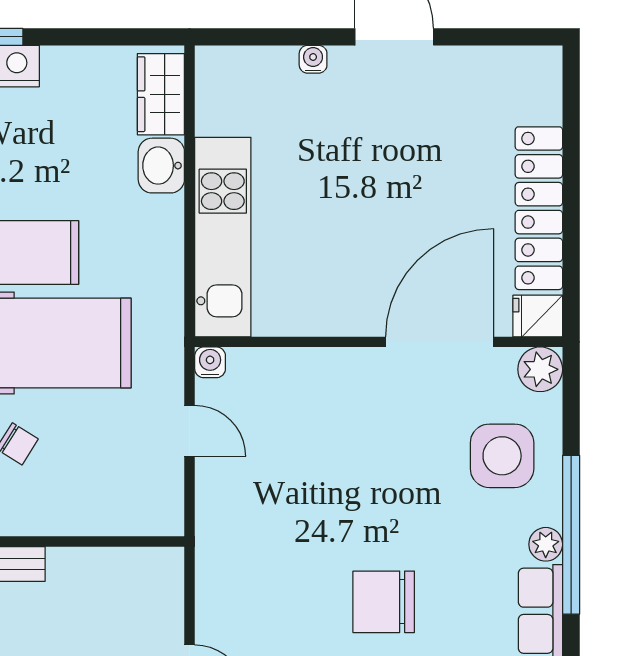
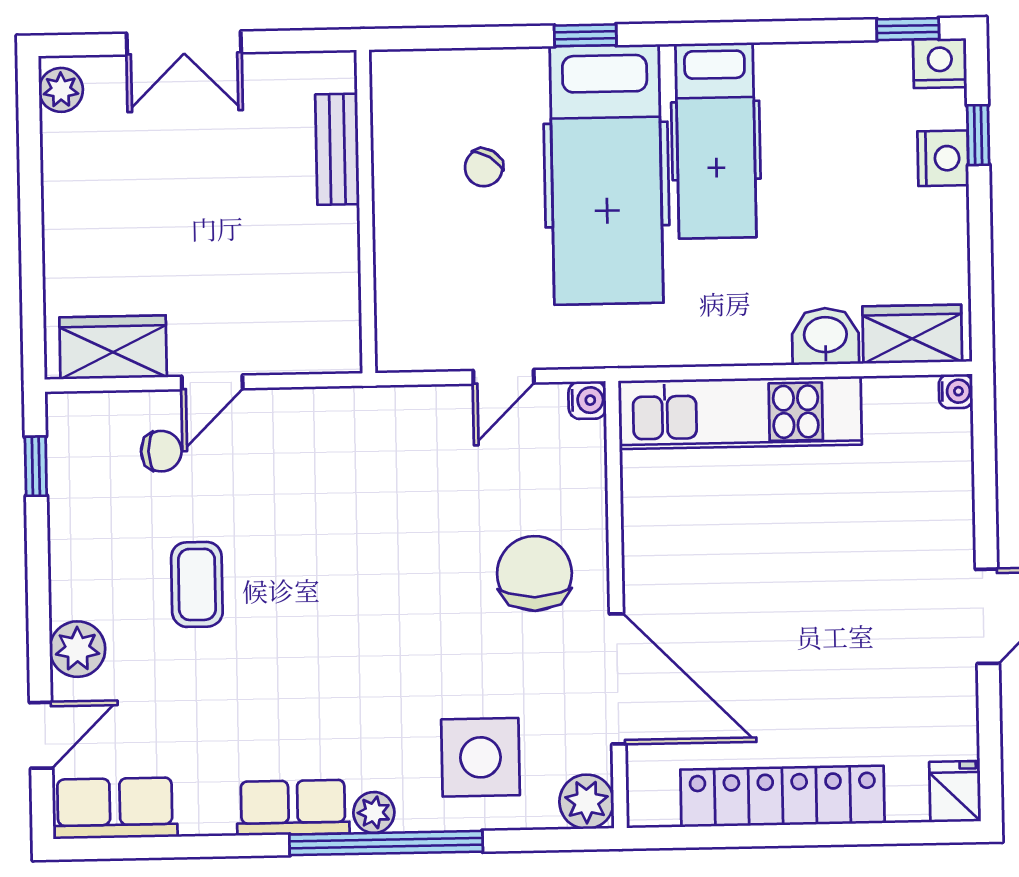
water cooler: (313, 59) -> (956, 391), moved
fridge: (538, 316) -> (955, 792), moved
chair: (384, 602) -> (534, 573), moved

